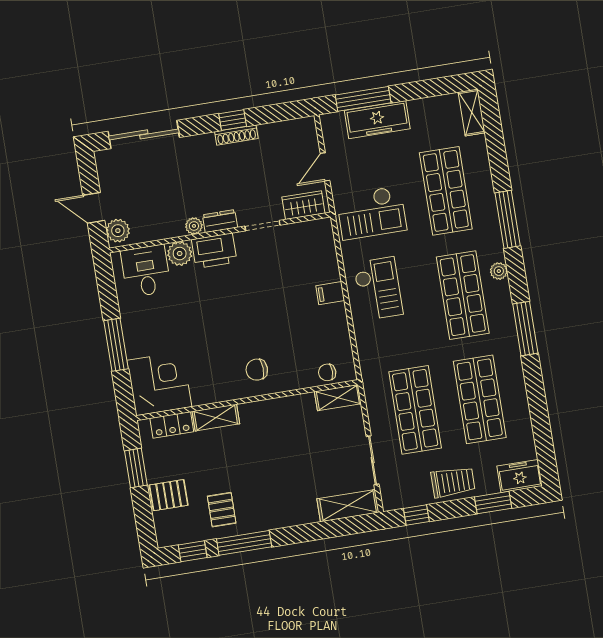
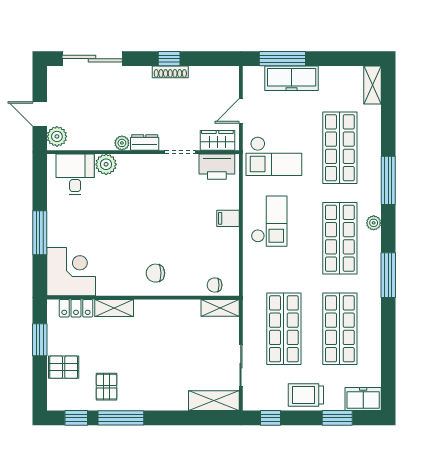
printer: (214, 251) -> (217, 167), moved
trolley: (453, 482) -> (306, 395), turned 180

